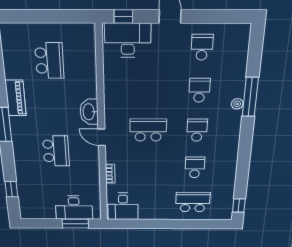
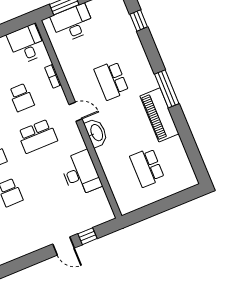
window: (123, 16) -> (87, 236), moved
desk: (128, 40) -> (81, 173), moved, turned -90
school desk: (202, 47) -> (22, 97), moved
piano: (16, 98) -> (159, 115), width x1.37, depth x1.33

